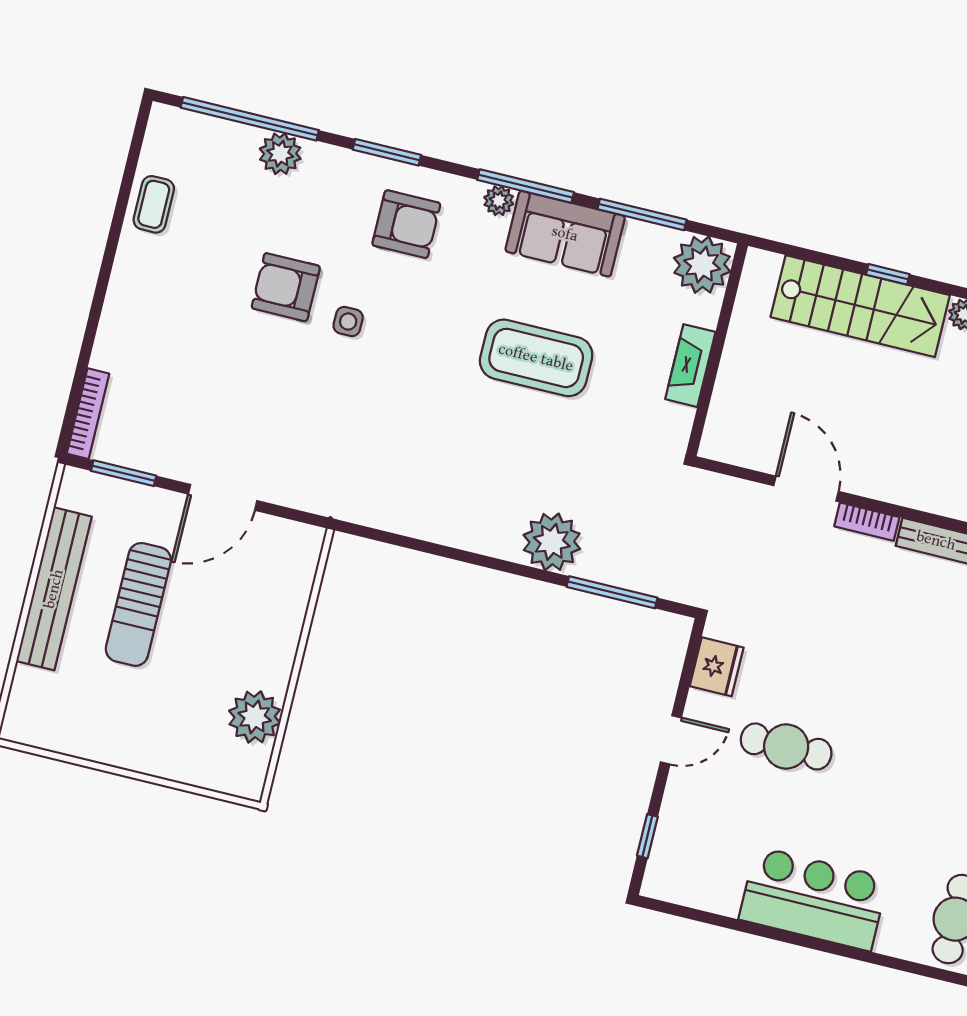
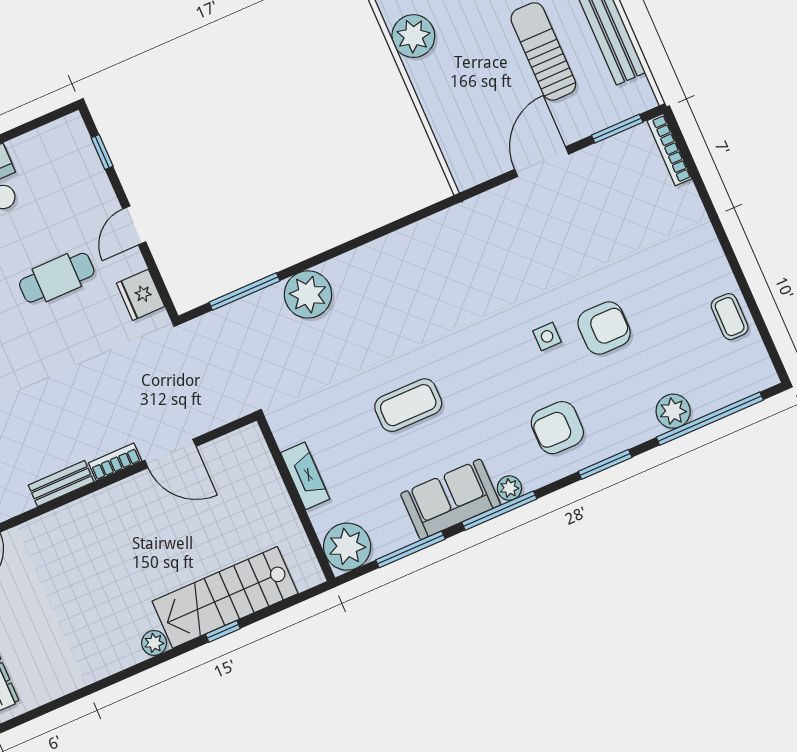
coffee table: (536, 358) -> (408, 405), width x0.73, depth x0.76

